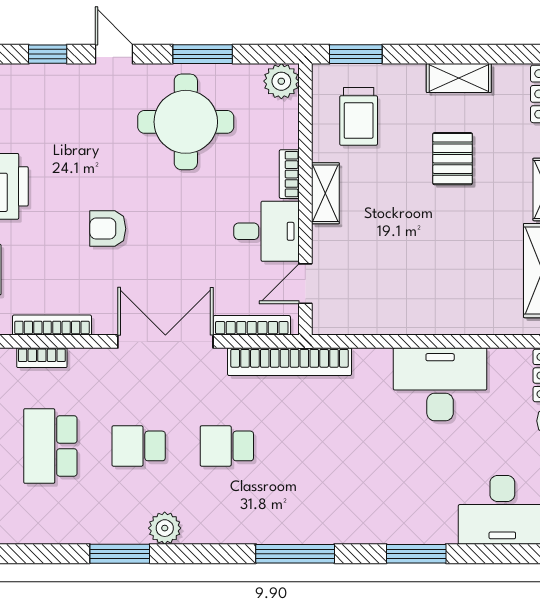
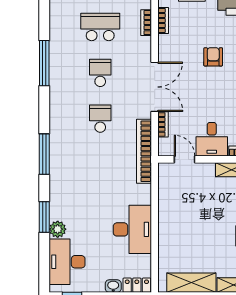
bookcase: (52, 325) -> (163, 20), width x0.64
bookcase: (252, 325) -> (163, 124), width x0.64
plant: (165, 528) -> (58, 229), moved
window: (120, 554) -> (44, 63), width x1.44

